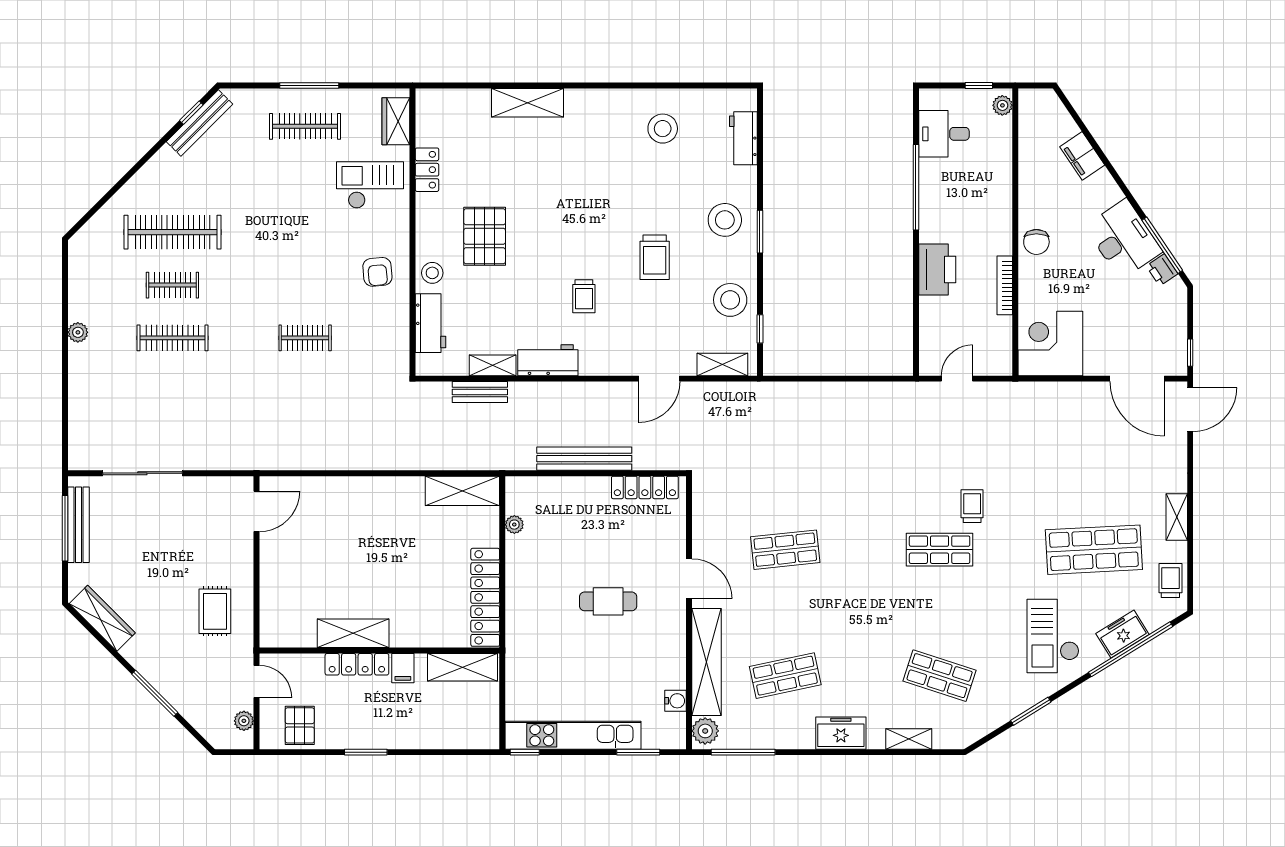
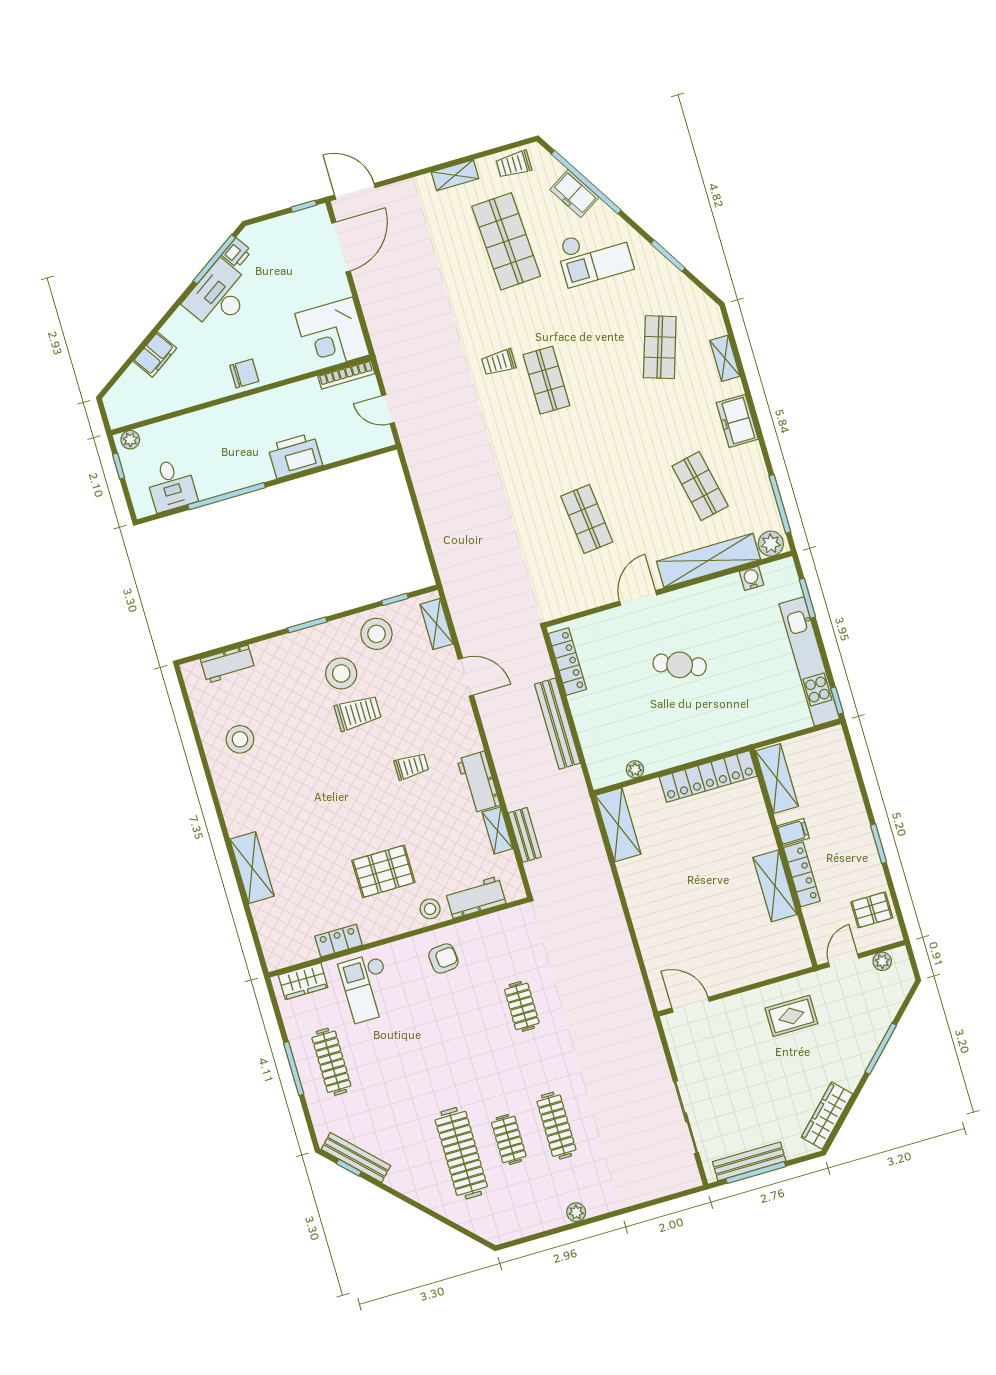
stool: (725, 220) -> (341, 673), moved
bookcase: (1005, 285) -> (346, 375), moved
cafe table: (608, 601) -> (680, 665), turned -68

